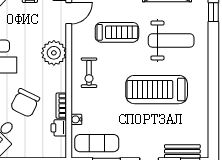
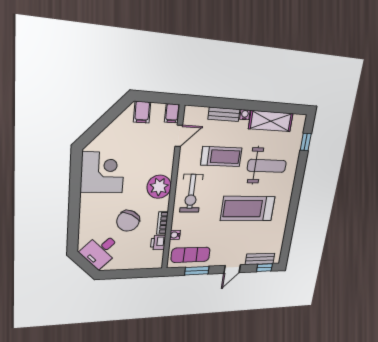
plant: (54, 53) -> (159, 187), moved
exercise bike: (89, 73) -> (191, 193), width x1.38, depth x1.39

